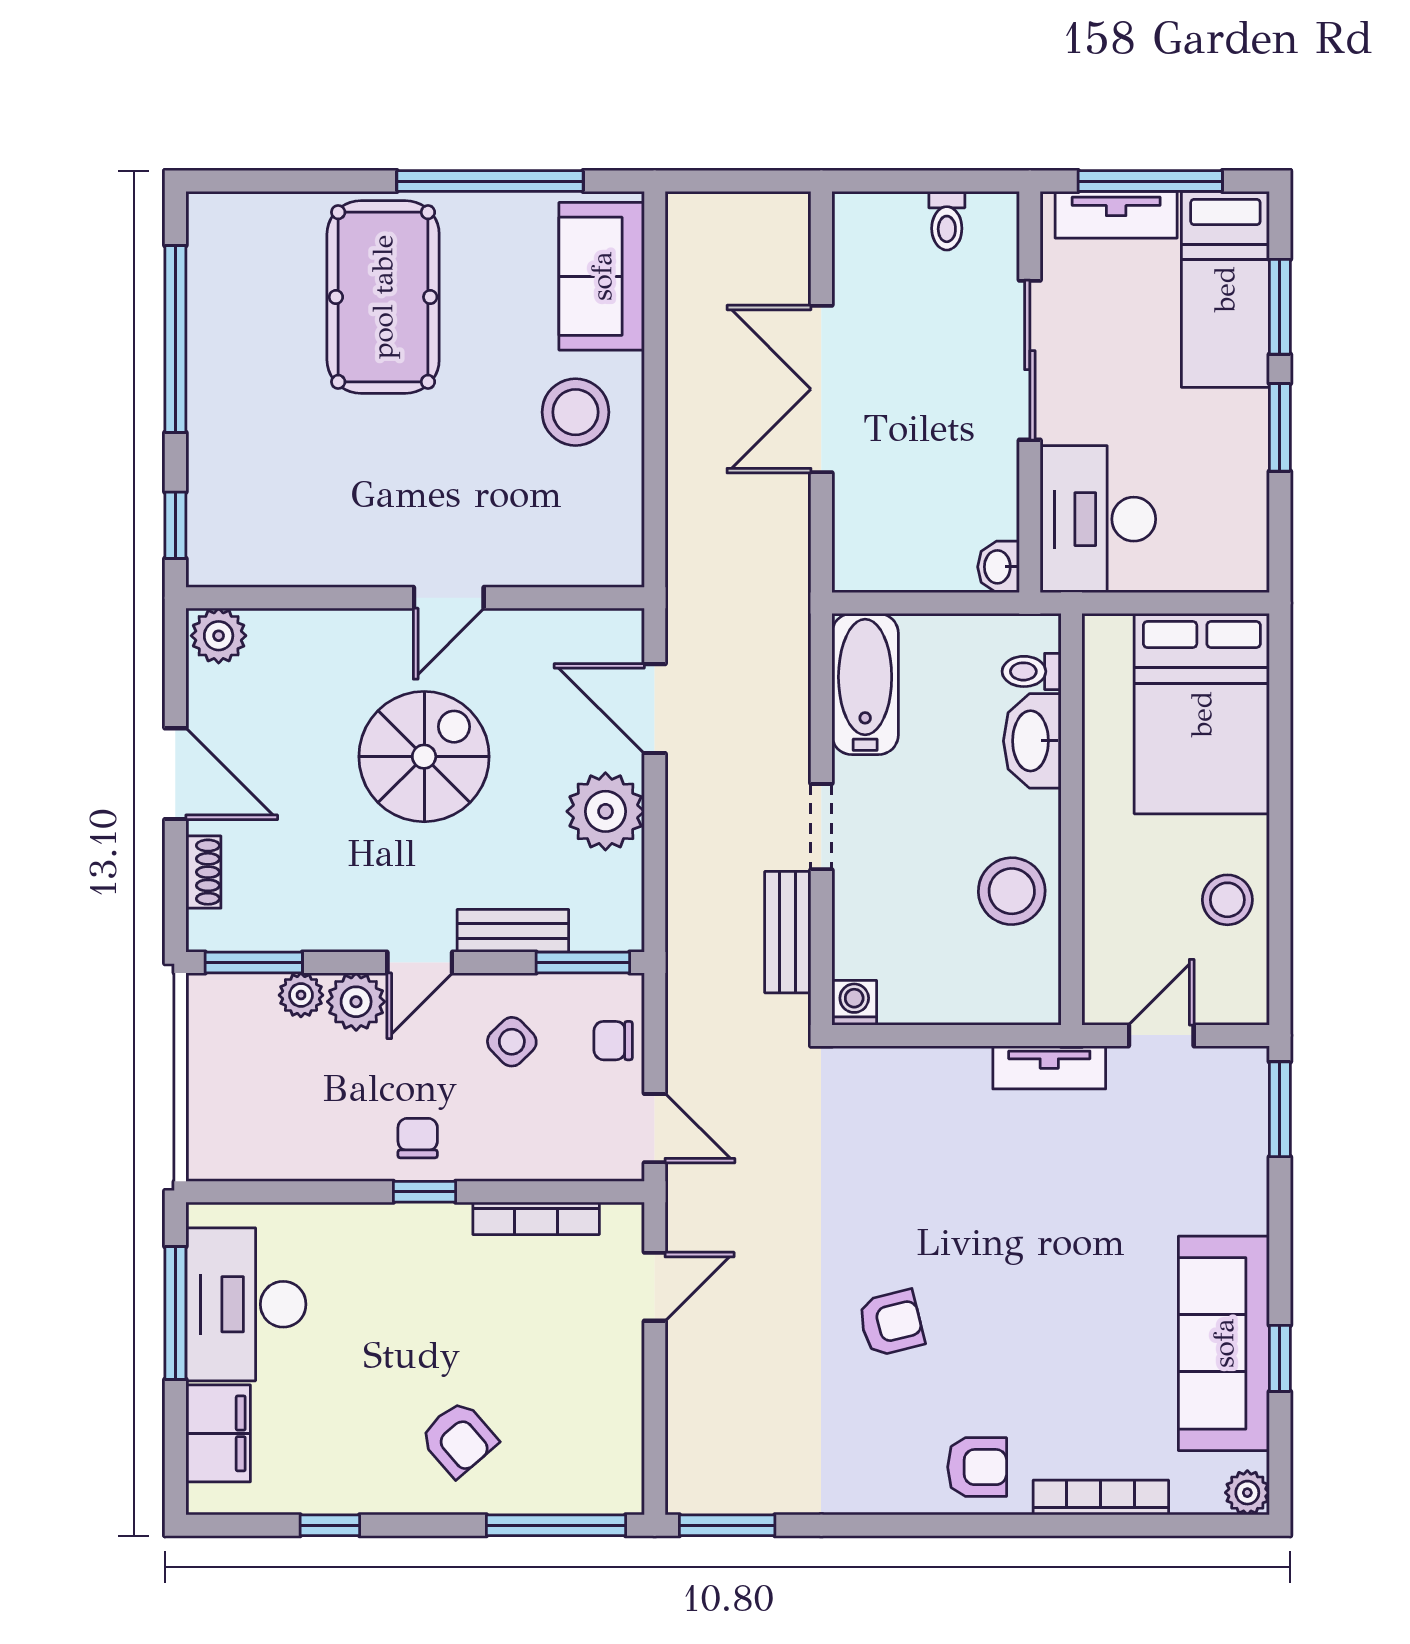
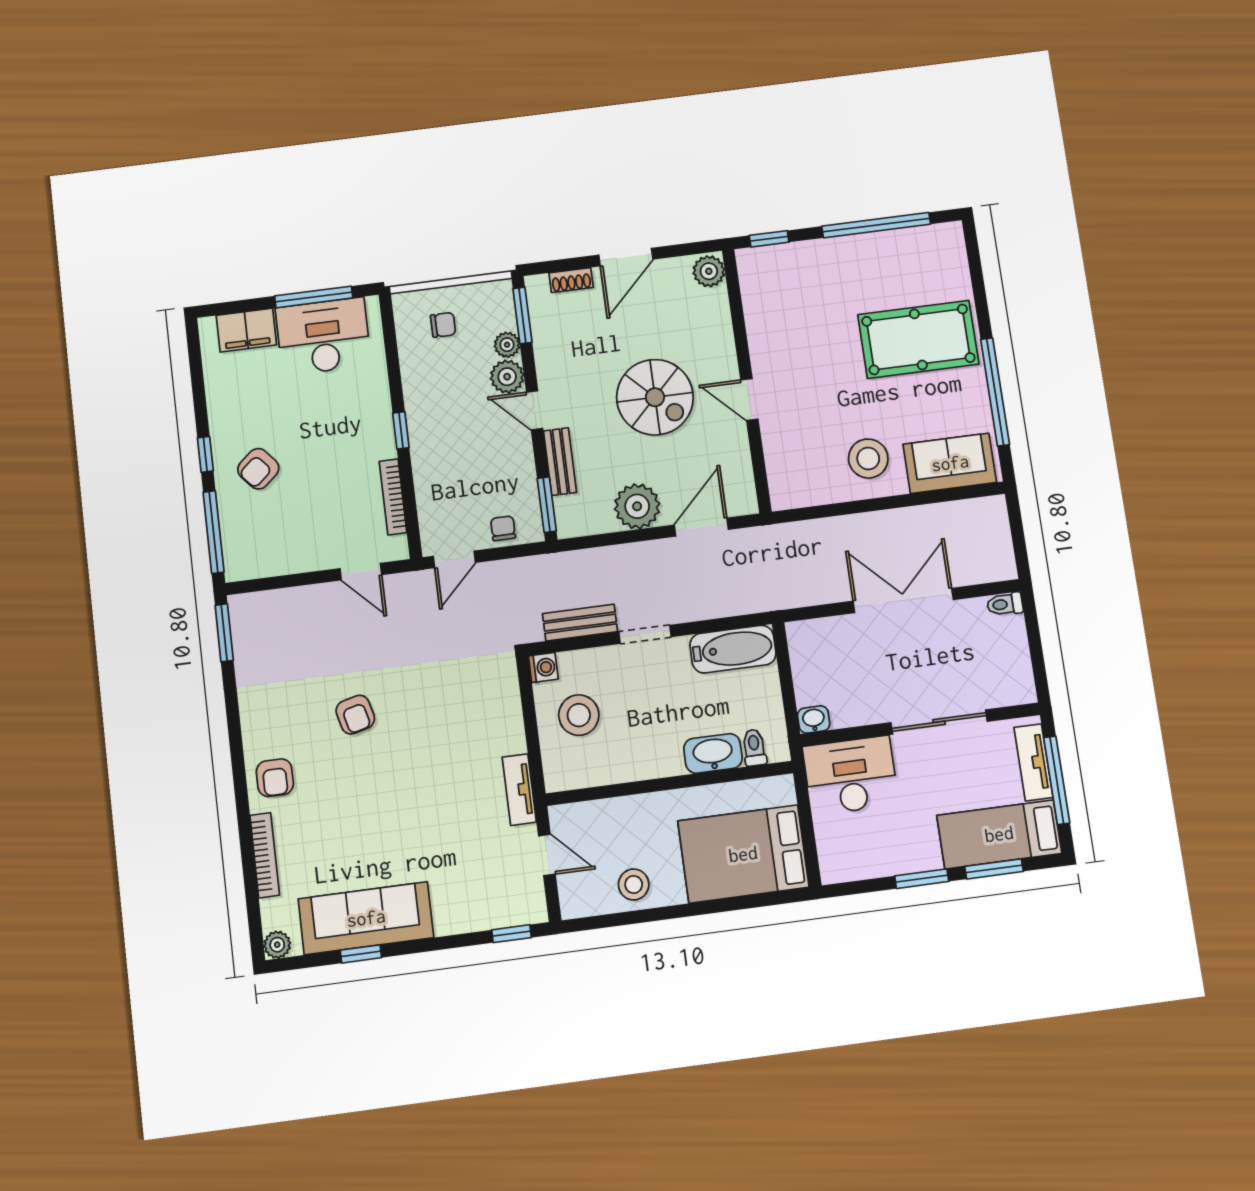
toilet: (947, 221) -> (1005, 604), moved
stool: (1012, 891) -> (579, 715), moved
side table: (512, 1042) -> (495, 469), removed
window: (1280, 1109) -> (512, 934), width x0.67
chair: (418, 1138) -> (443, 325), moved
window: (330, 1525) -> (205, 454), moved

